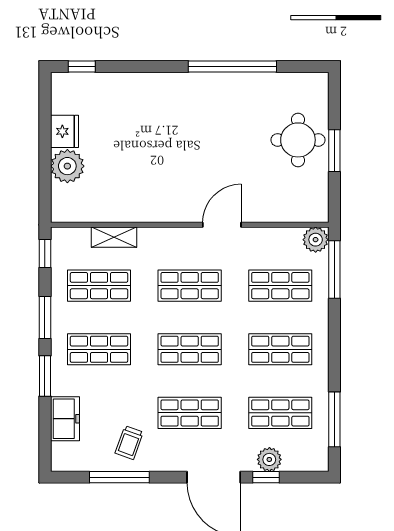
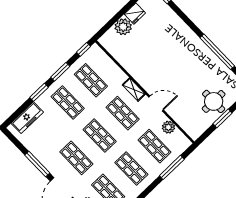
shelving: (114, 237) -> (134, 89), moved
plant: (316, 240) -> (168, 127), moved
window: (334, 270) -> (172, 167), moved
freezer: (65, 419) -> (27, 118), width x1.40
trolley: (129, 443) -> (44, 146), removed
window: (119, 477) -> (37, 164), moved

